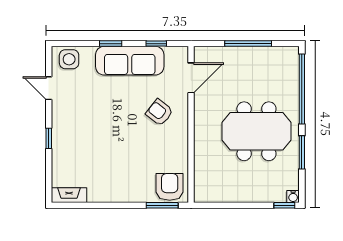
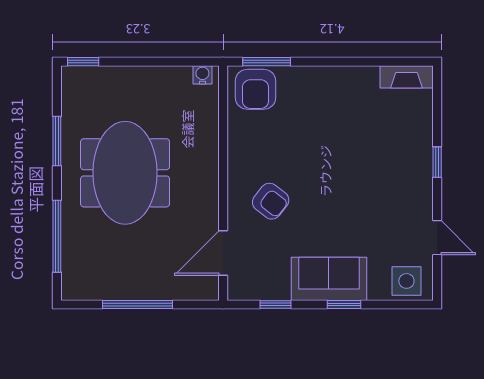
sofa: (130, 61) -> (329, 279), width x0.73
window: (302, 89) -> (57, 236), width x0.68
meeting table: (256, 131) -> (125, 173), turned 90
water cooler: (293, 197) -> (202, 75), moved

